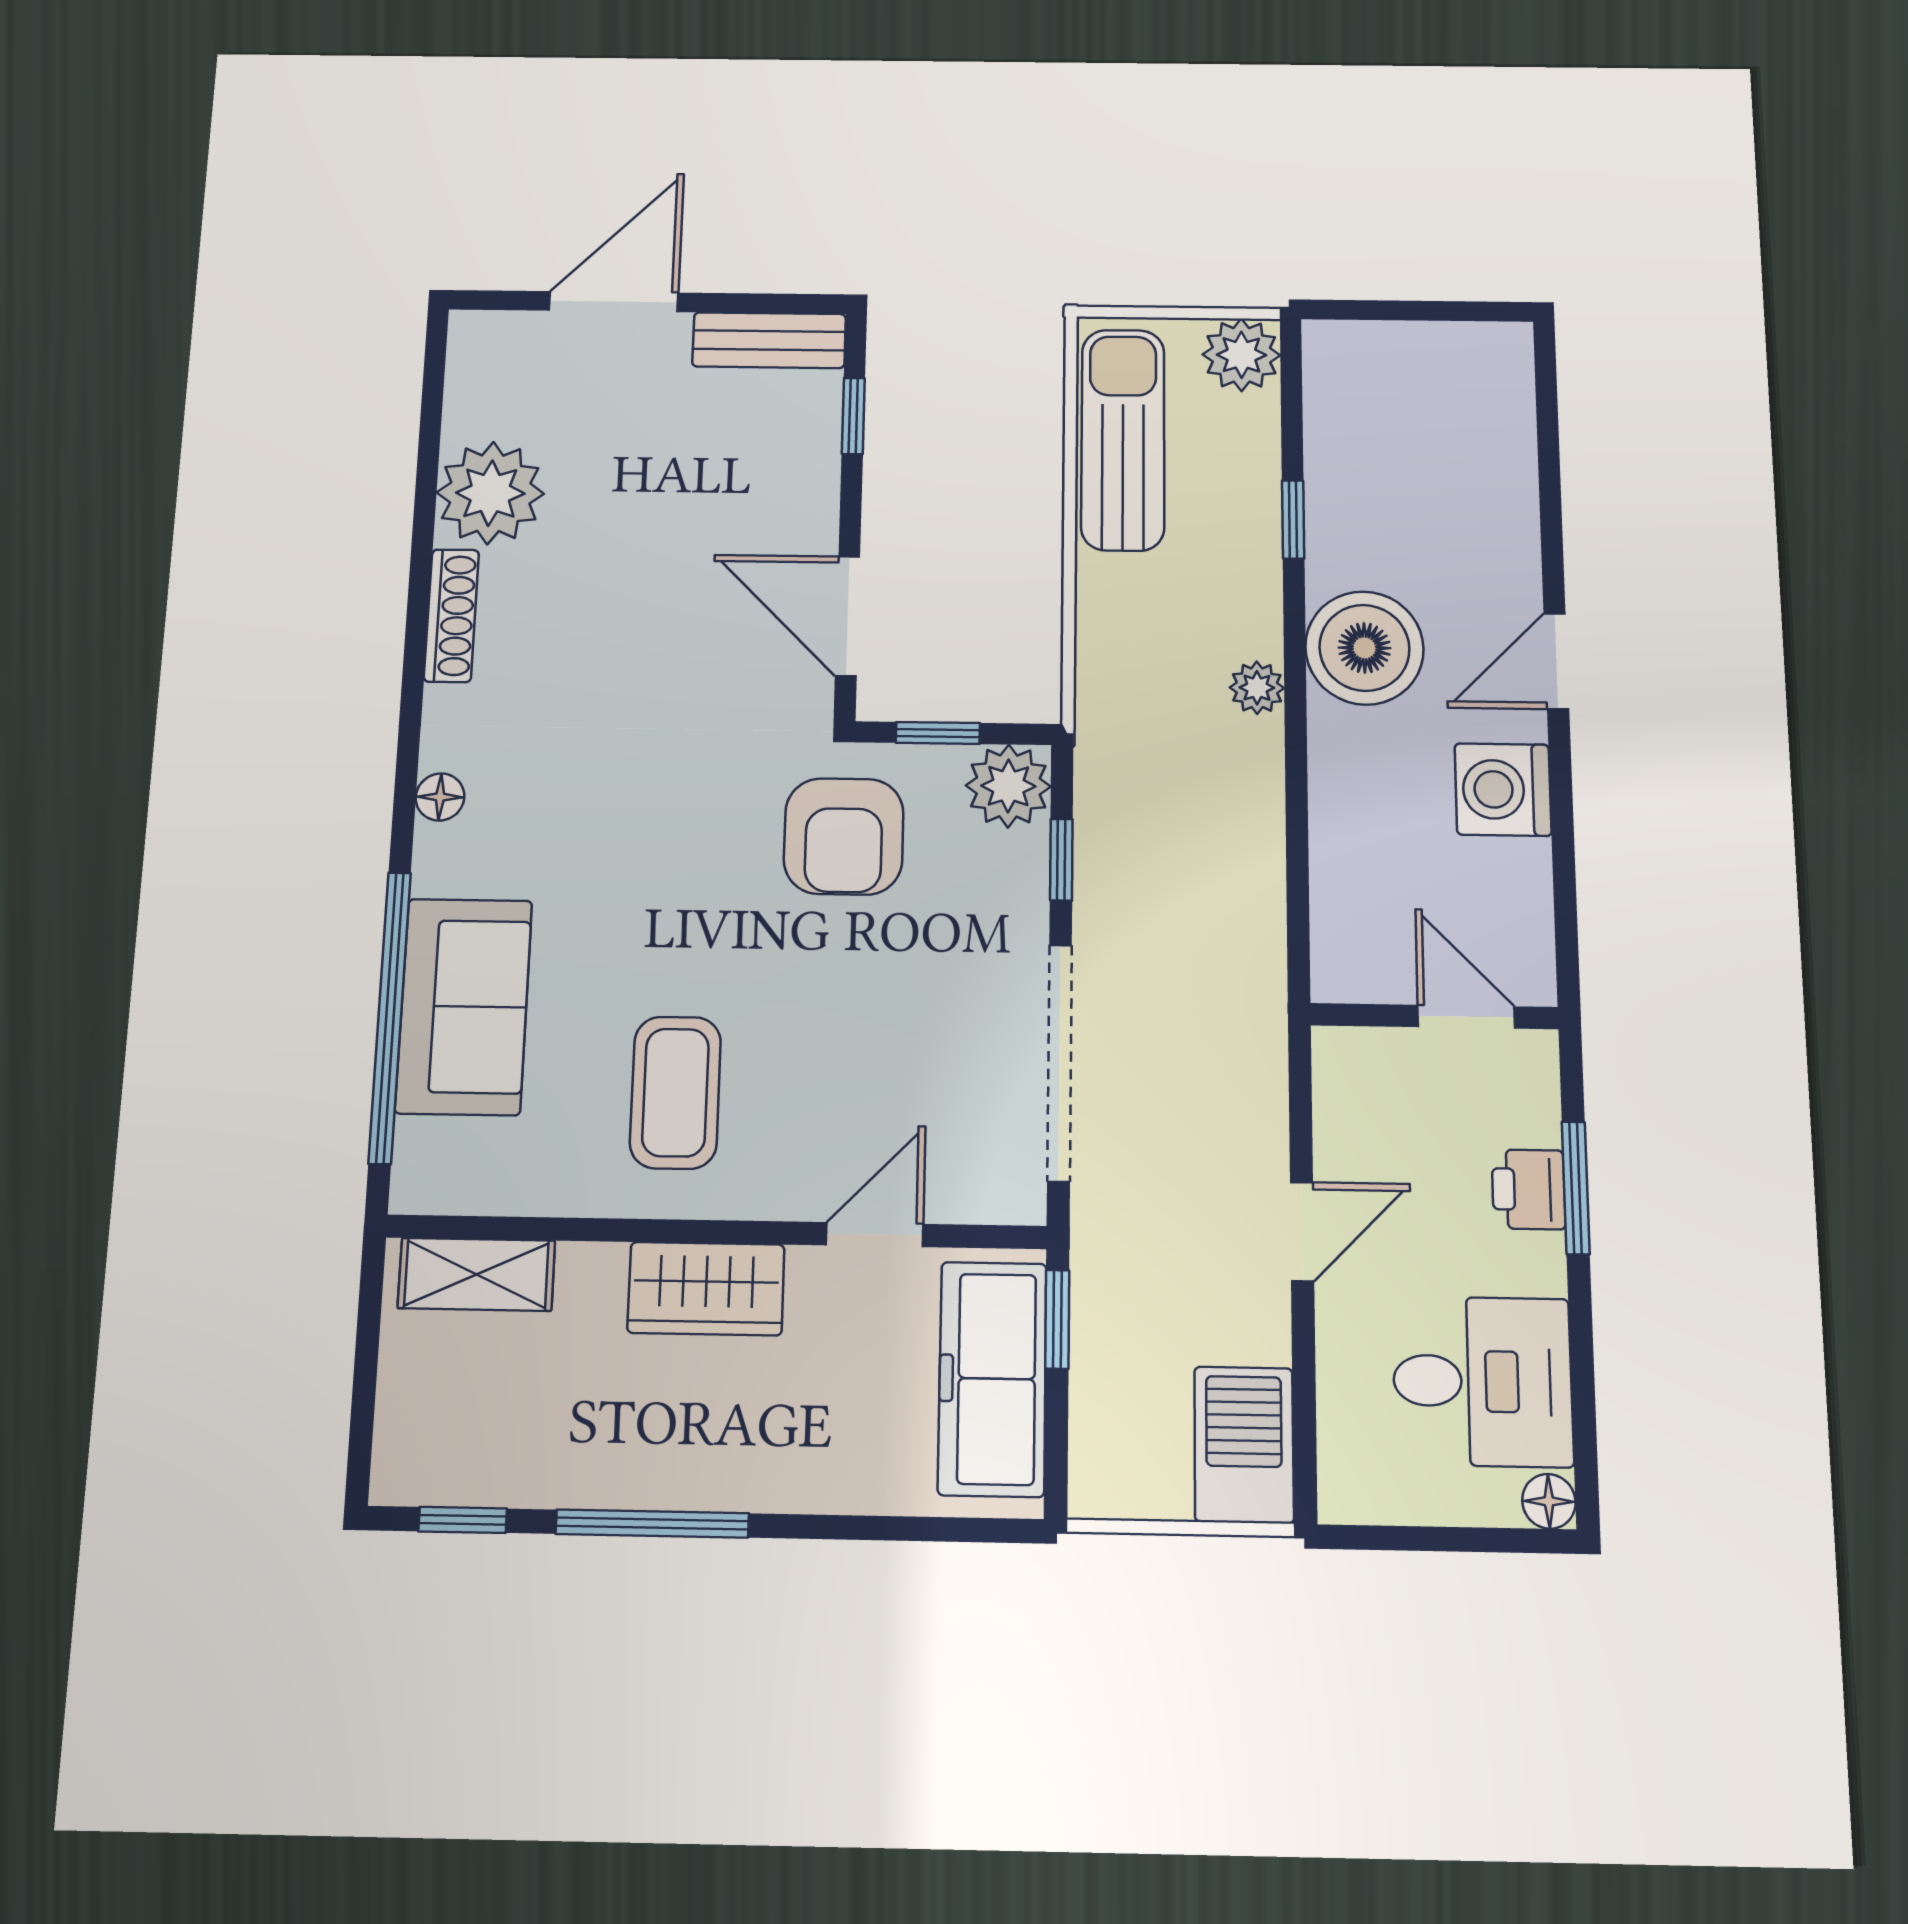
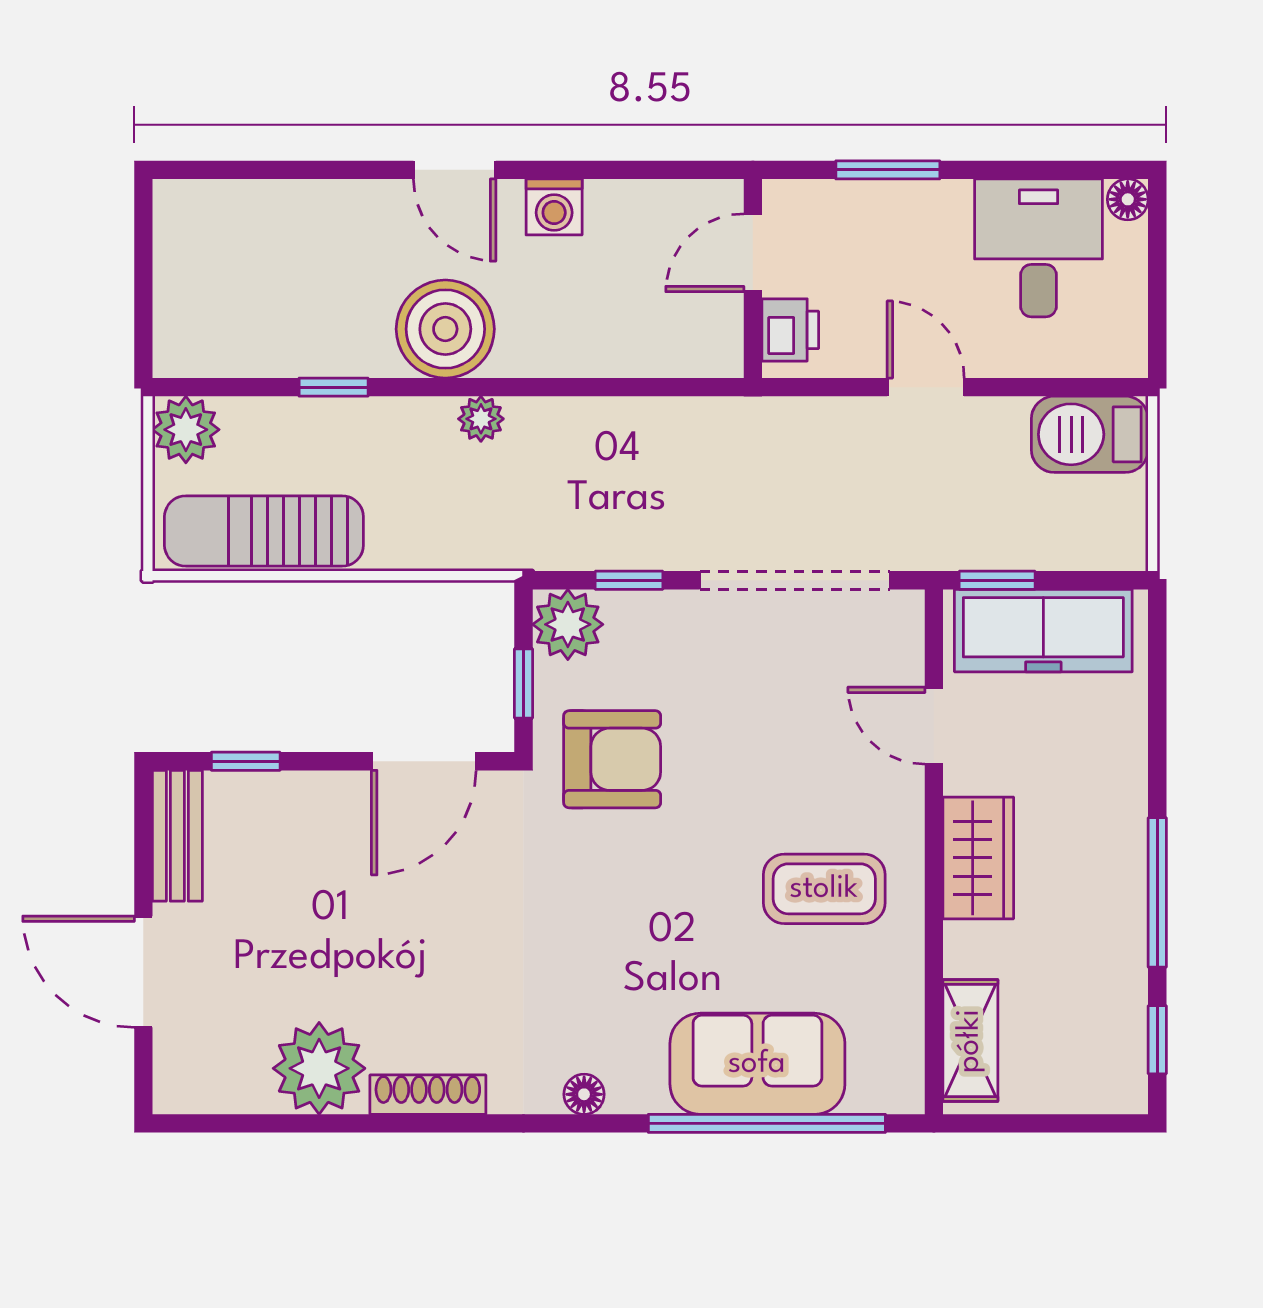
washing machine: (1503, 790) -> (554, 207), width x0.73, depth x0.73
printer: (1529, 1189) -> (790, 330), moved, turned -90

